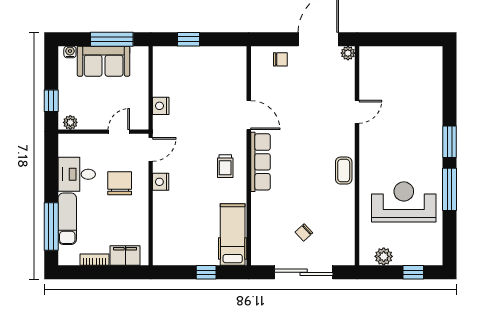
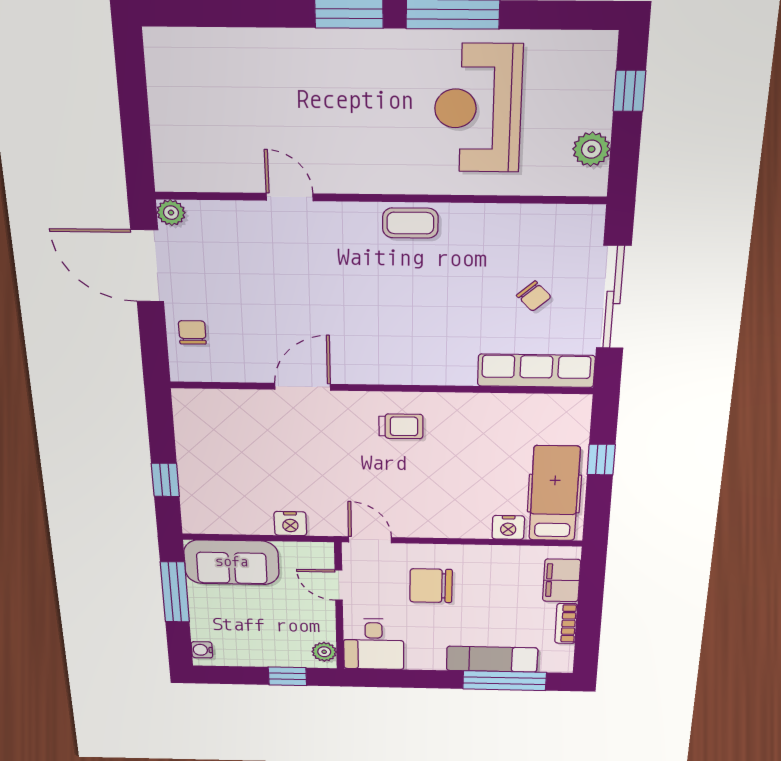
sofa: (104, 61) -> (231, 562), moved, turned 90
row of seats: (260, 162) -> (536, 371), moved
desk: (77, 174) -> (374, 644), moved
nightstand: (161, 182) -> (508, 527), moved
hospital bed: (233, 235) -> (554, 494), moved, turned 90

